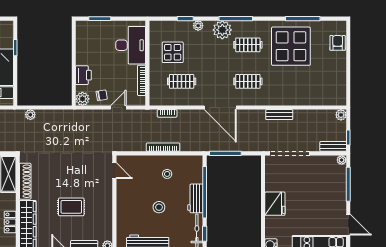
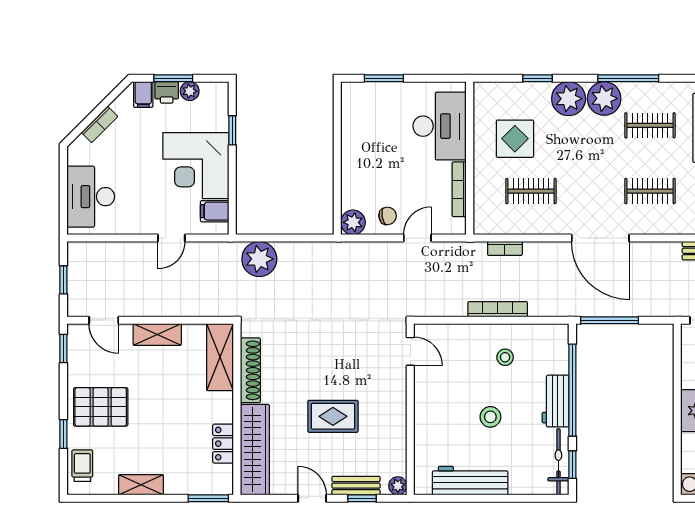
plant: (198, 26) -> (569, 99), width x1.88, depth x1.88
printer: (83, 75) -> (355, 180), removed
plant: (30, 115) -> (259, 259), width x1.87, depth x1.87

